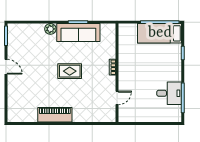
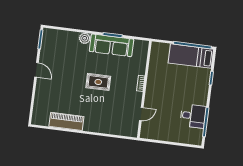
piano: (55, 115) -> (66, 121), moved

